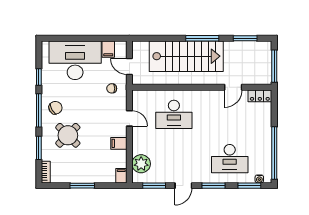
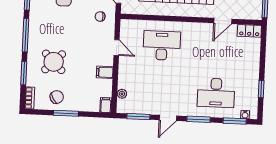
chair: (55, 108) -> (57, 97), moved
desk: (174, 114) -> (162, 46), turned 180
window: (274, 153) -> (261, 89), width x0.32
plant: (141, 164) -> (122, 94), width x0.53, depth x0.53

